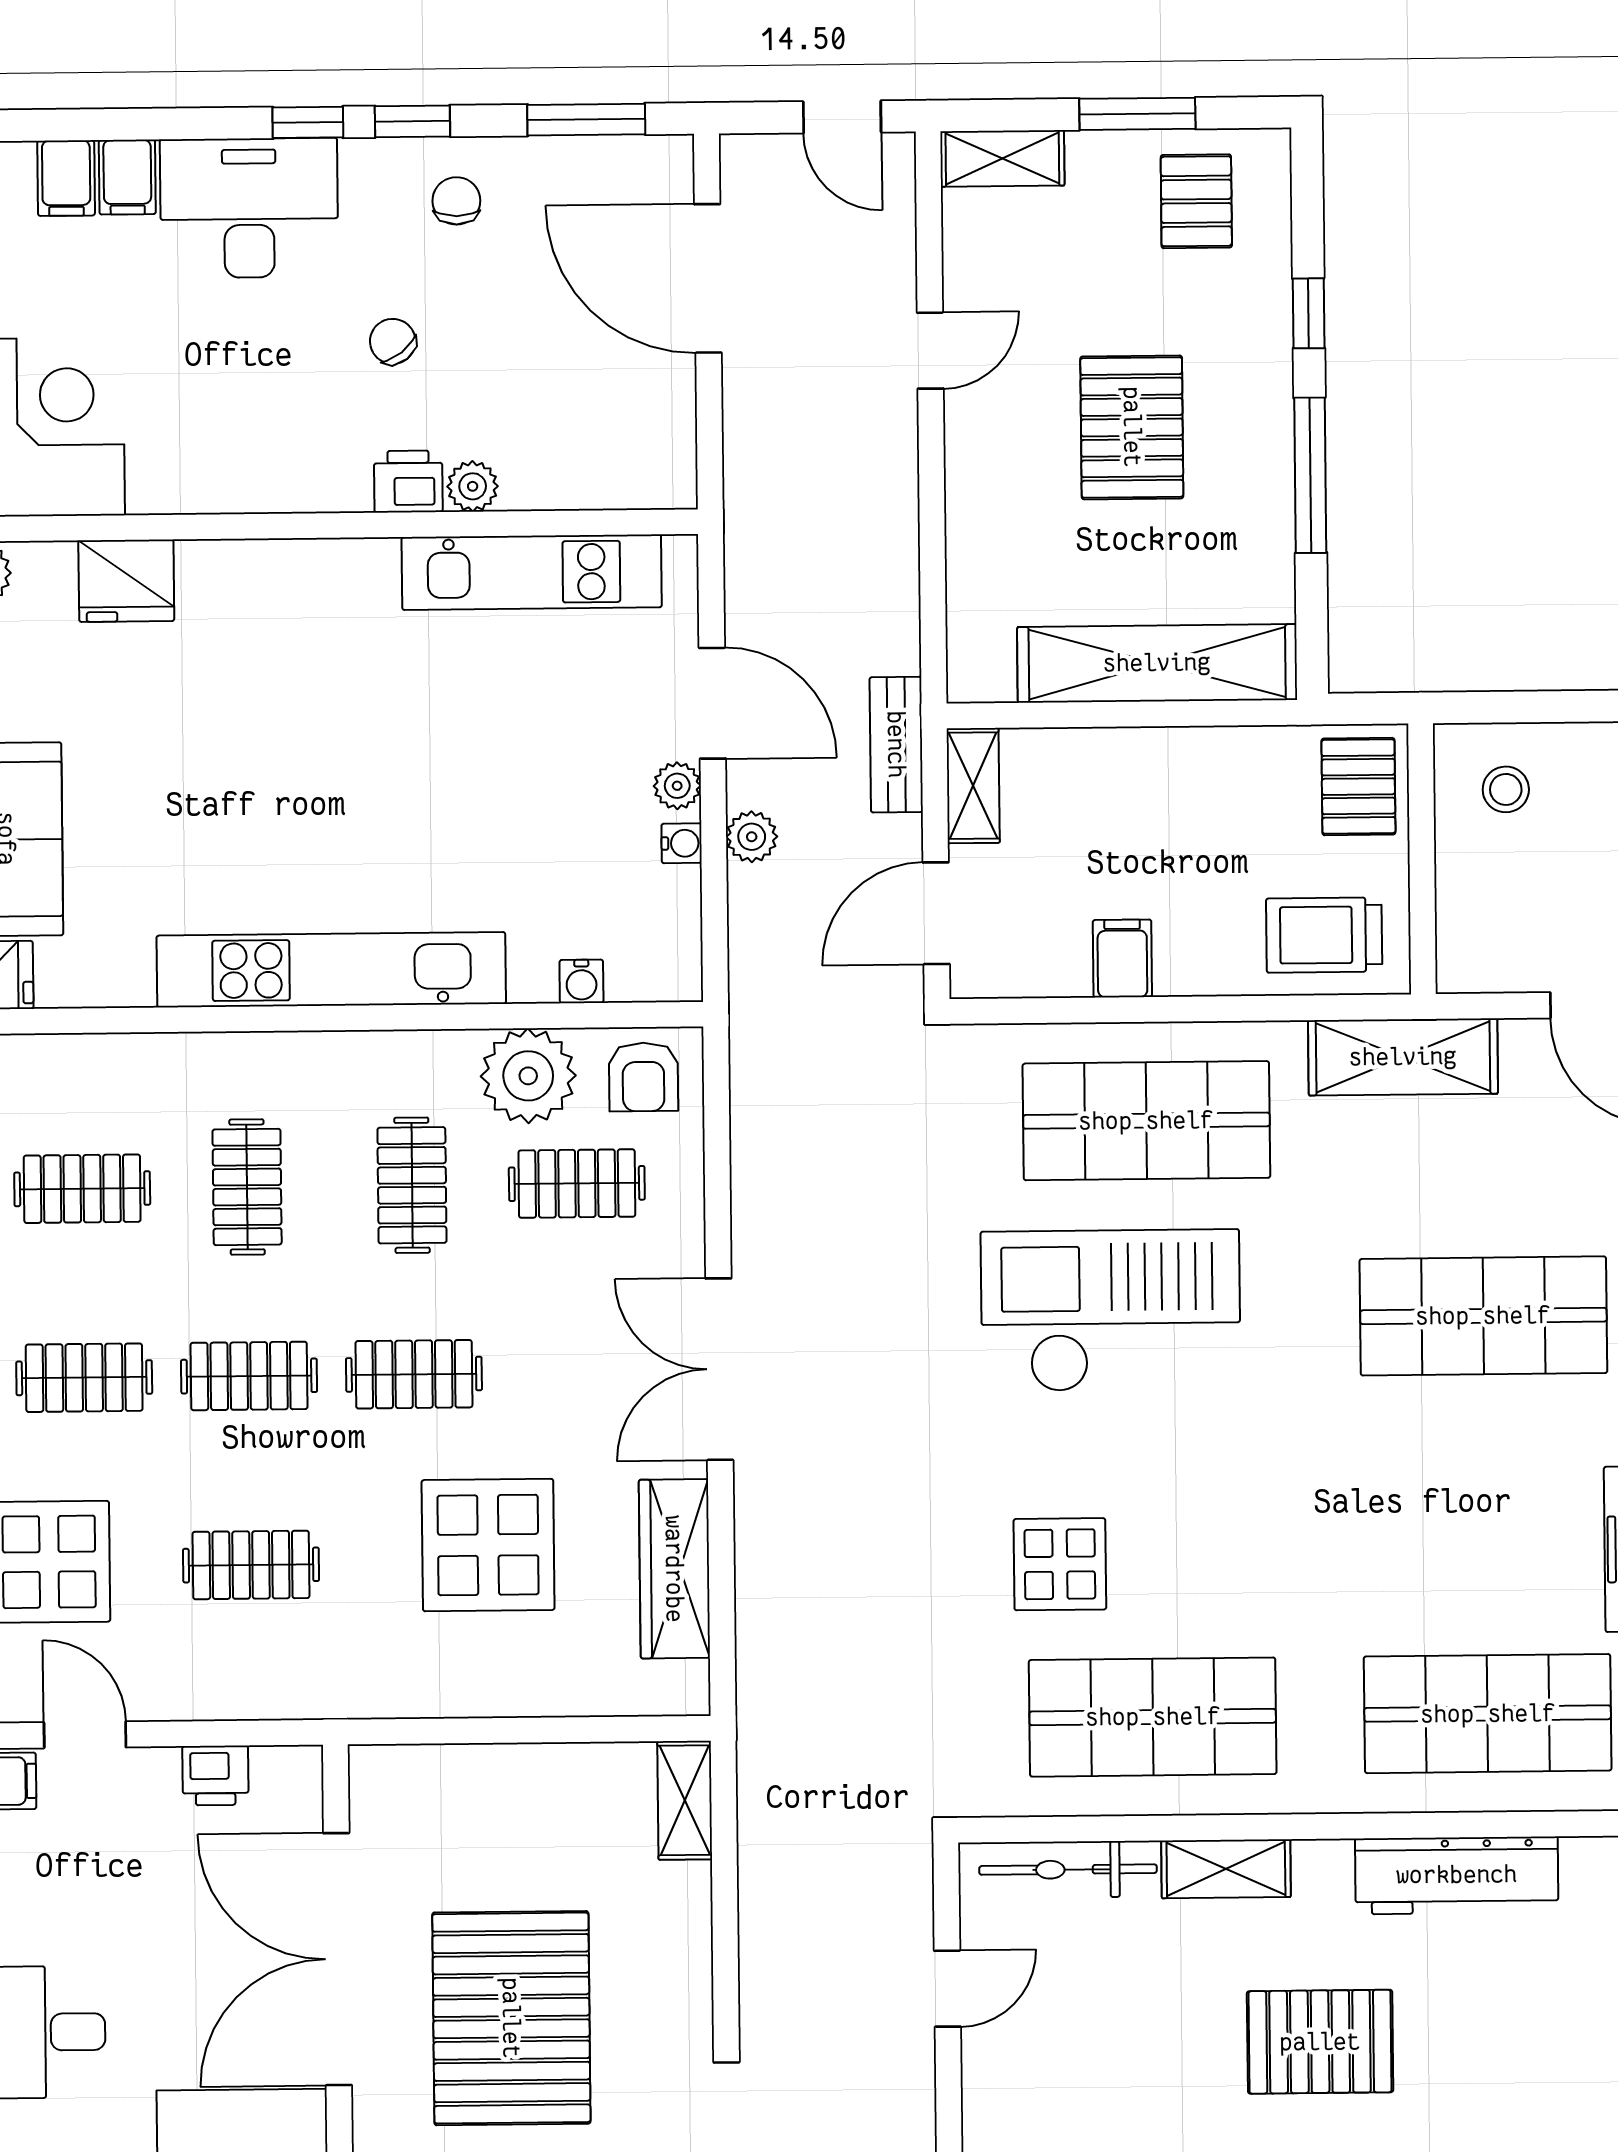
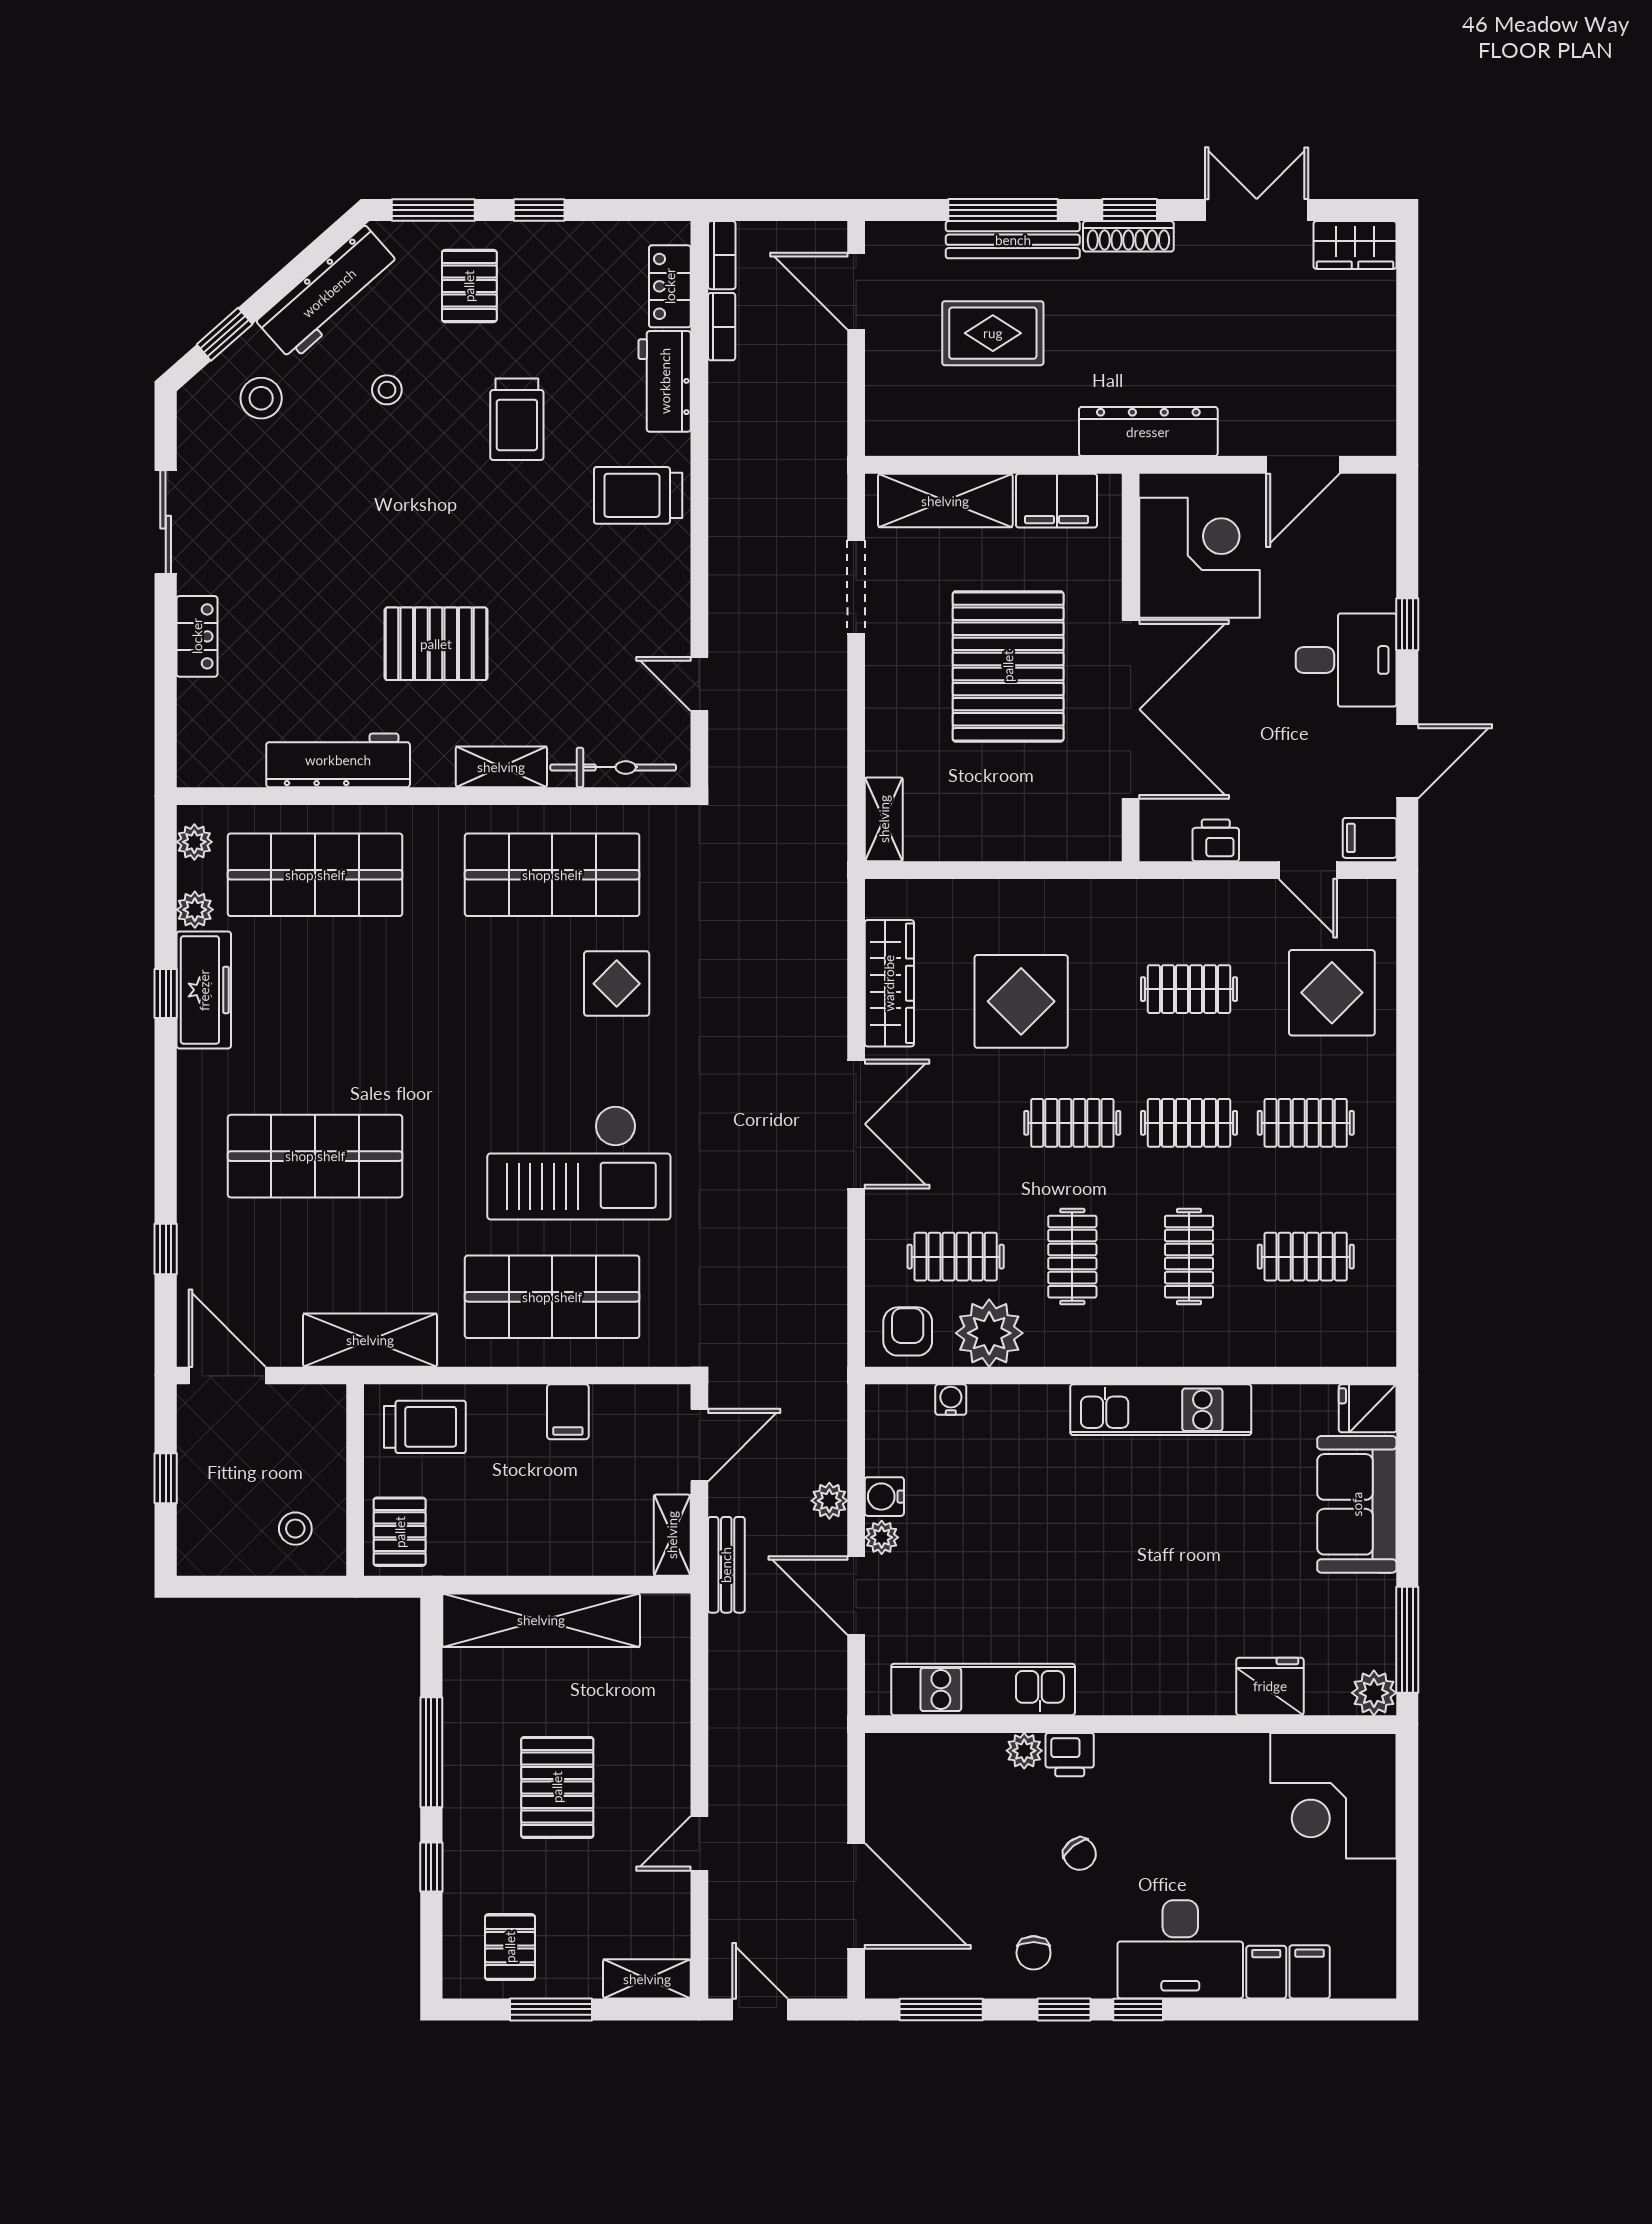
water cooler: (682, 843) -> (884, 1497), width x1.38, depth x1.38
kitchen unit: (331, 970) -> (1161, 1410), width x0.73
door: (947, 1989) -> (699, 684), hinge flipped

